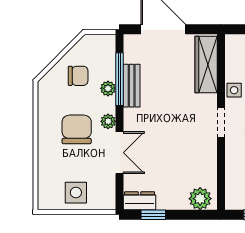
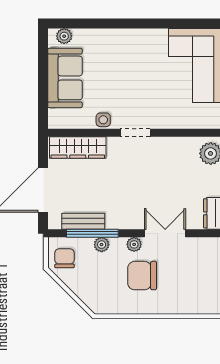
chair: (78, 76) -> (64, 258), moved
bench: (132, 86) -> (83, 221), moved
side table: (76, 193) -> (205, 276), removed

